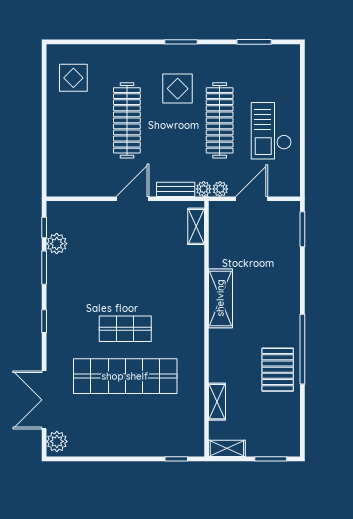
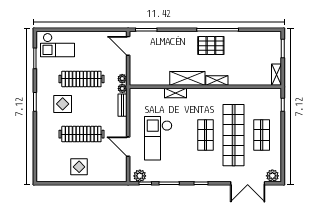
display table: (73, 78) -> (79, 167), moved
checkout: (271, 131) -> (57, 45), moved
door: (132, 199) -> (128, 147), moved
door: (252, 199) -> (128, 46), moved
shelving: (196, 226) -> (176, 93), moved
plant: (57, 244) -> (140, 176), moved
checkout: (120, 249) -> (158, 138), added
pallet: (278, 370) -> (211, 46), moved
shelving: (217, 402) -> (217, 81), moved
shop shelf: (125, 423) -> (262, 135), added

